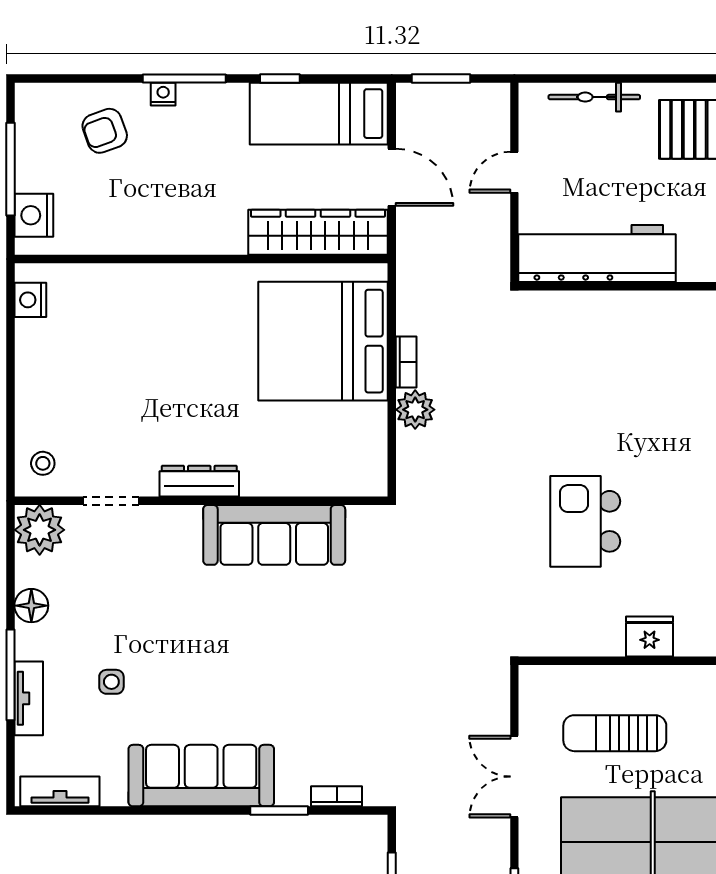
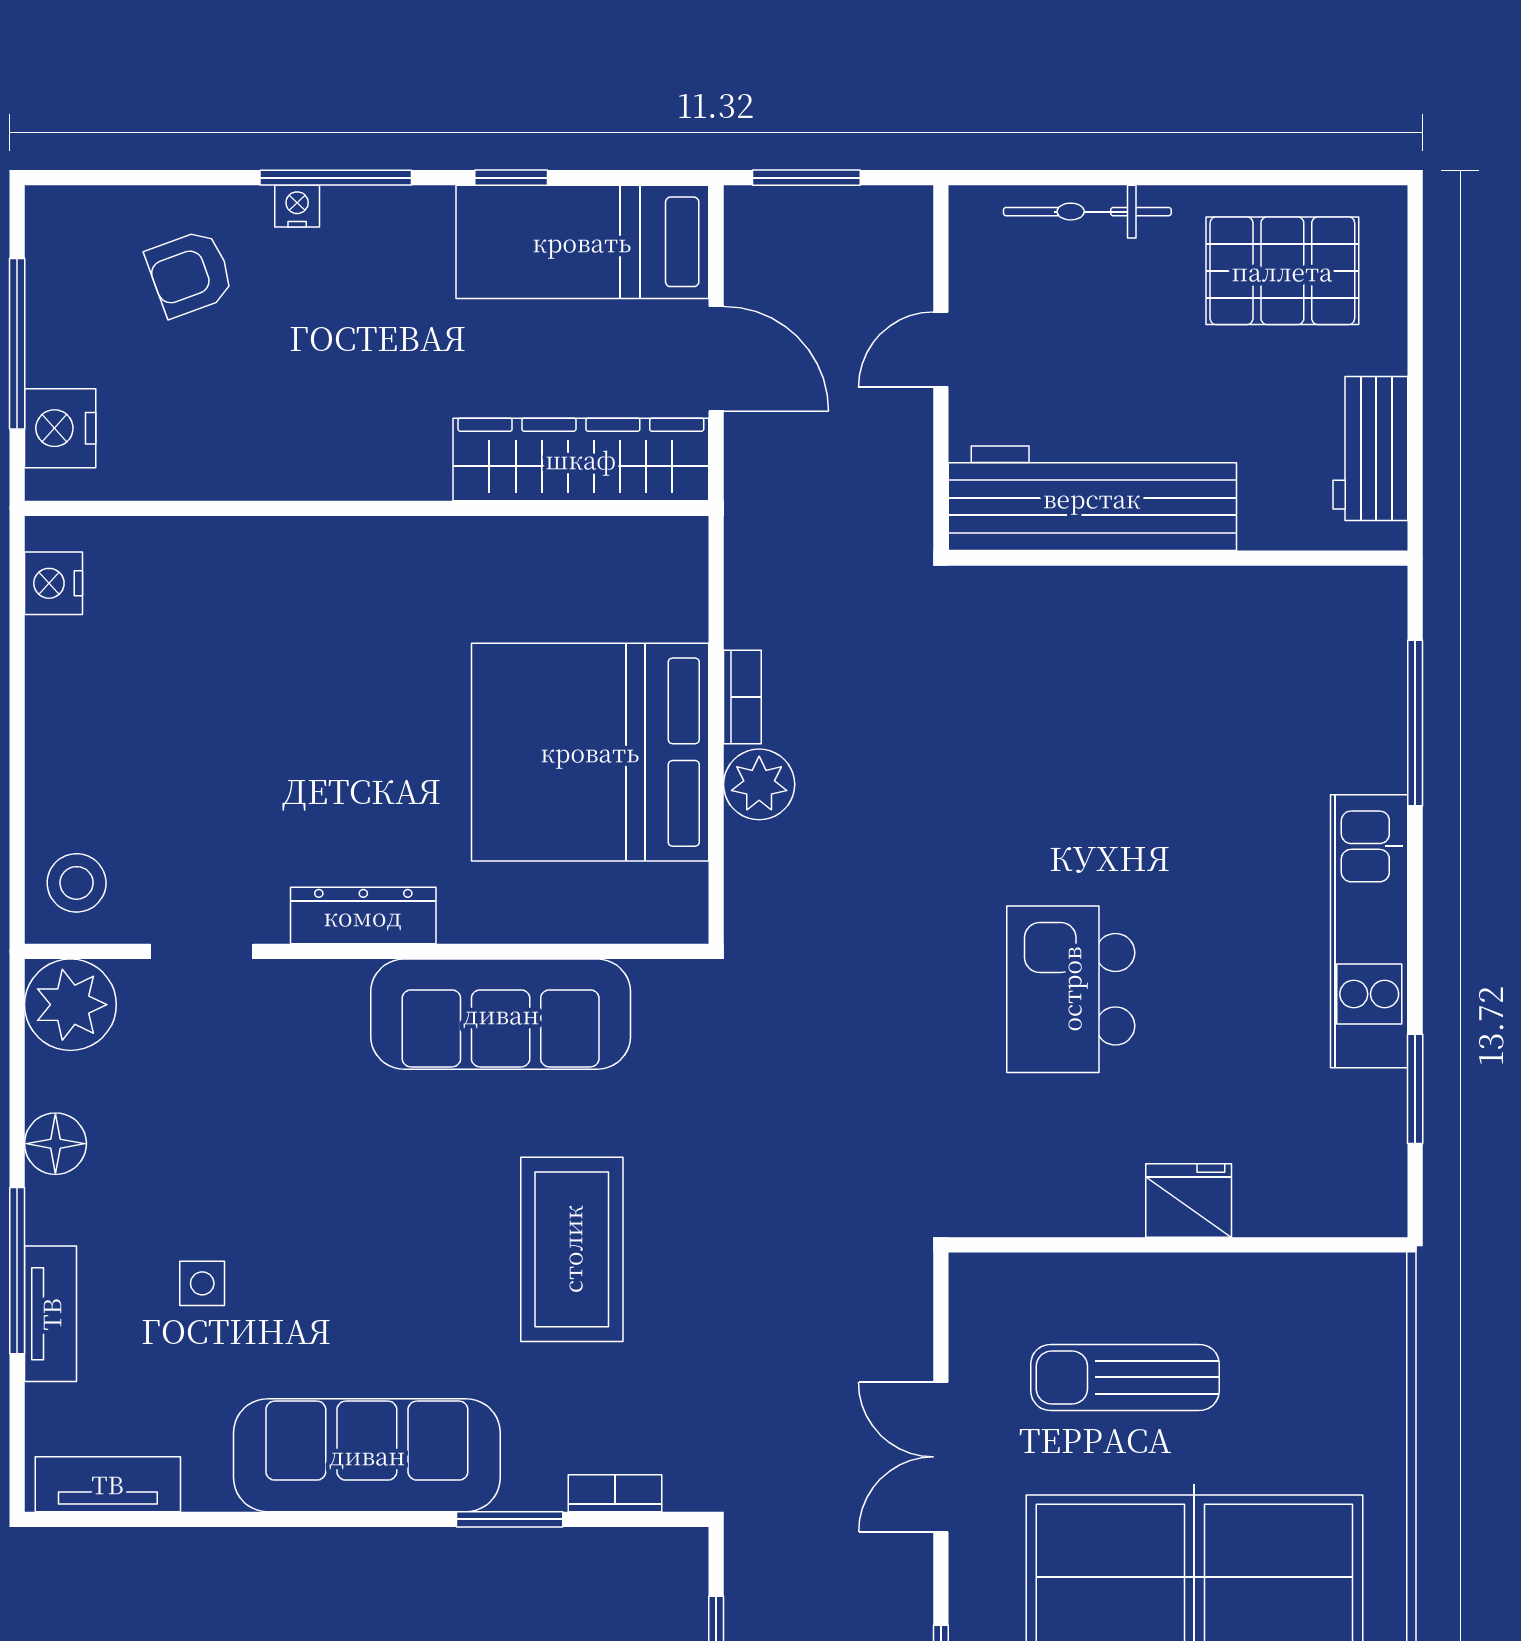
bed: (323, 341) -> (590, 752), moved
stool: (43, 463) -> (77, 883), width x1.37, depth x1.37
coffee table: (313, 663) -> (572, 1249), added

